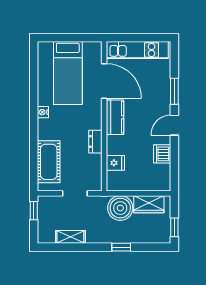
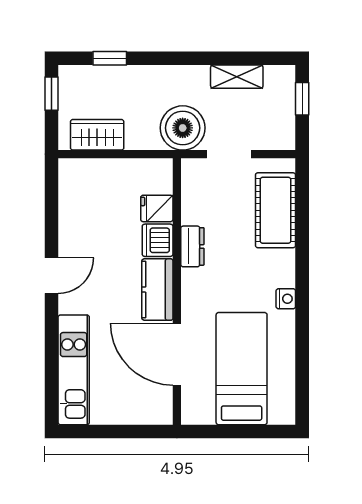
kitchen unit: (137, 50) -> (74, 370), moved, turned 90
window: (174, 91) -> (51, 336), removed
dishwasher: (162, 154) -> (158, 240), moved, turned 180
boiler: (120, 208) -> (183, 128), moved
window: (34, 211) -> (302, 99), moved
window: (121, 247) -> (110, 58), moved

